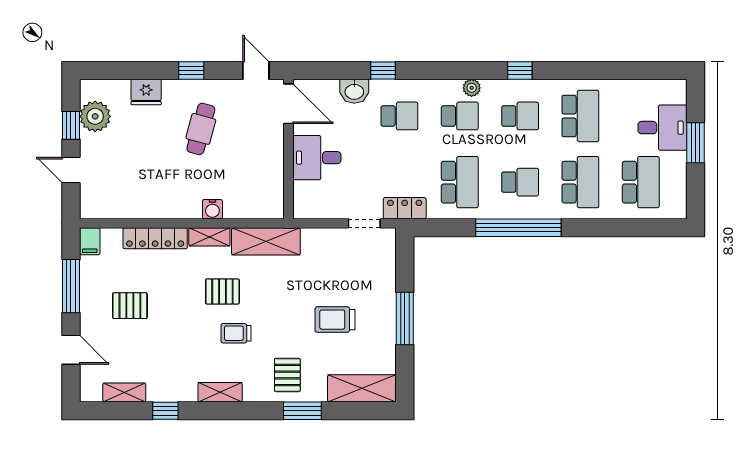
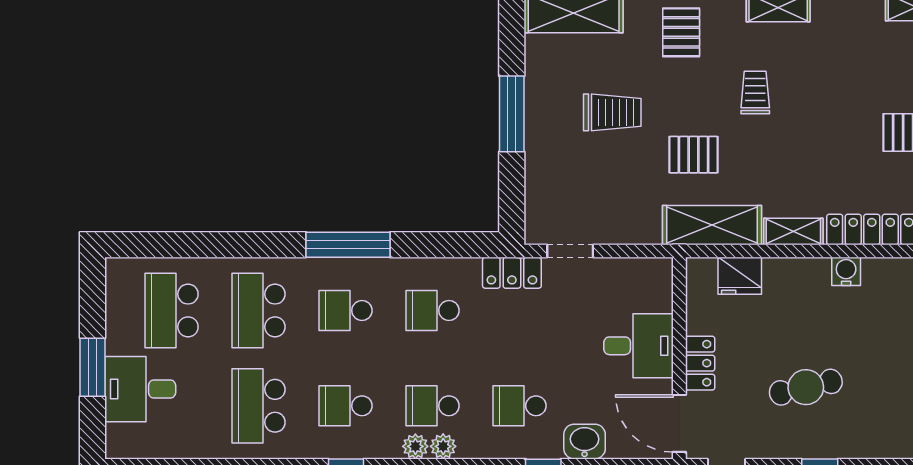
plant: (452, 88) -> (443, 446), added
fridge: (146, 92) -> (740, 276), moved, turned 180
cafe table: (201, 129) -> (806, 387), turned 62
locker: (274, 146) -> (700, 363), added
school desk: (460, 182) -> (433, 310), width x0.54
water cooler: (212, 209) -> (846, 271), moved
window: (518, 228) -> (348, 245), width x0.68
pallet: (222, 291) -> (694, 155), moved
trolley: (236, 333) -> (755, 93), turned -90

